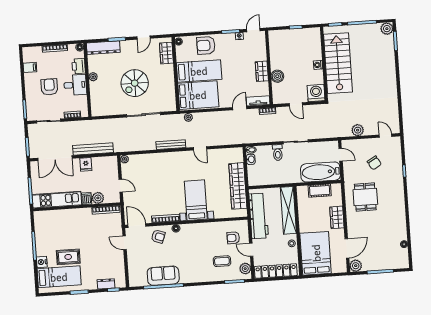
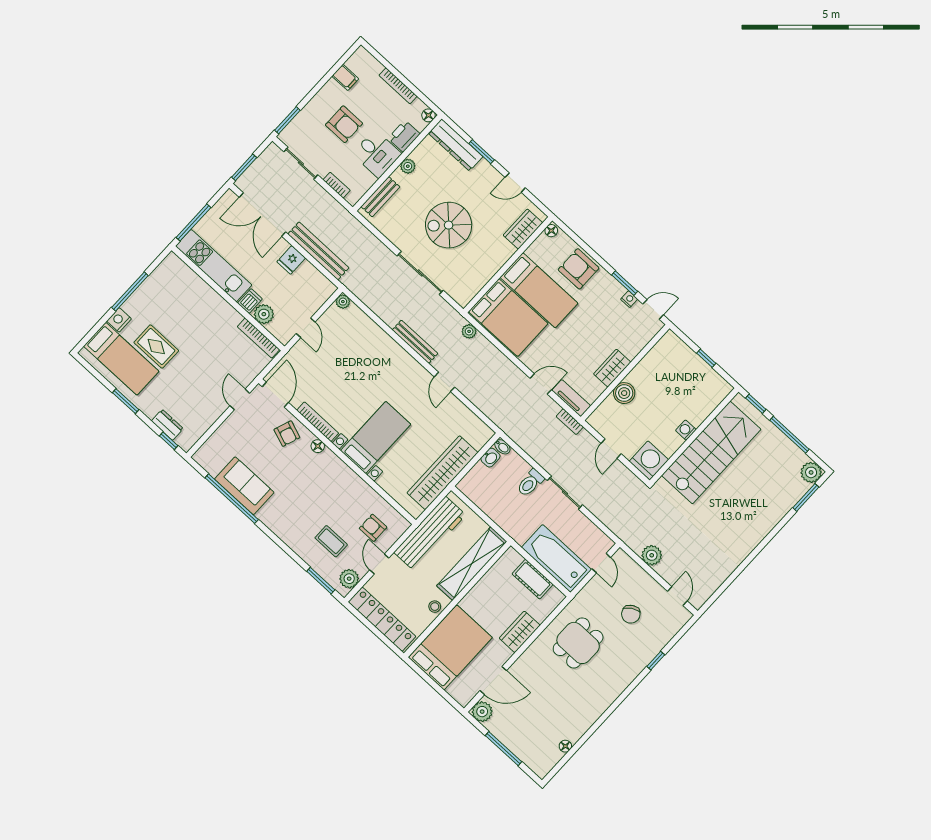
armchair: (49, 87) -> (344, 124), turned 90
bench: (95, 101) -> (380, 197), added

